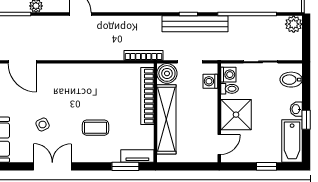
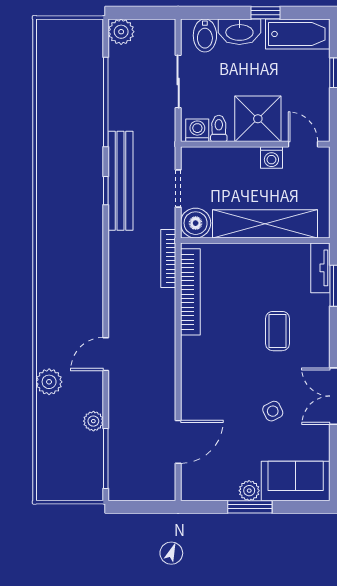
washing machine: (210, 81) -> (271, 157), moved
bookcase: (147, 96) -> (190, 292), moved, turned -90
washbasin: (296, 109) -> (239, 32), width x1.91, depth x1.45

